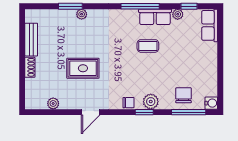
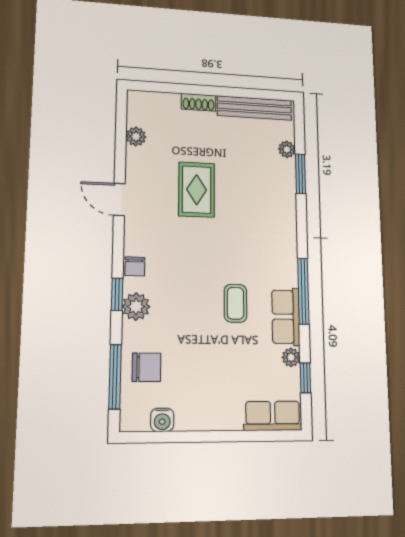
plant: (82, 14) -> (287, 149), moved
bench: (31, 40) -> (255, 108), width x1.36
water cooler: (211, 103) -> (162, 420), moved

